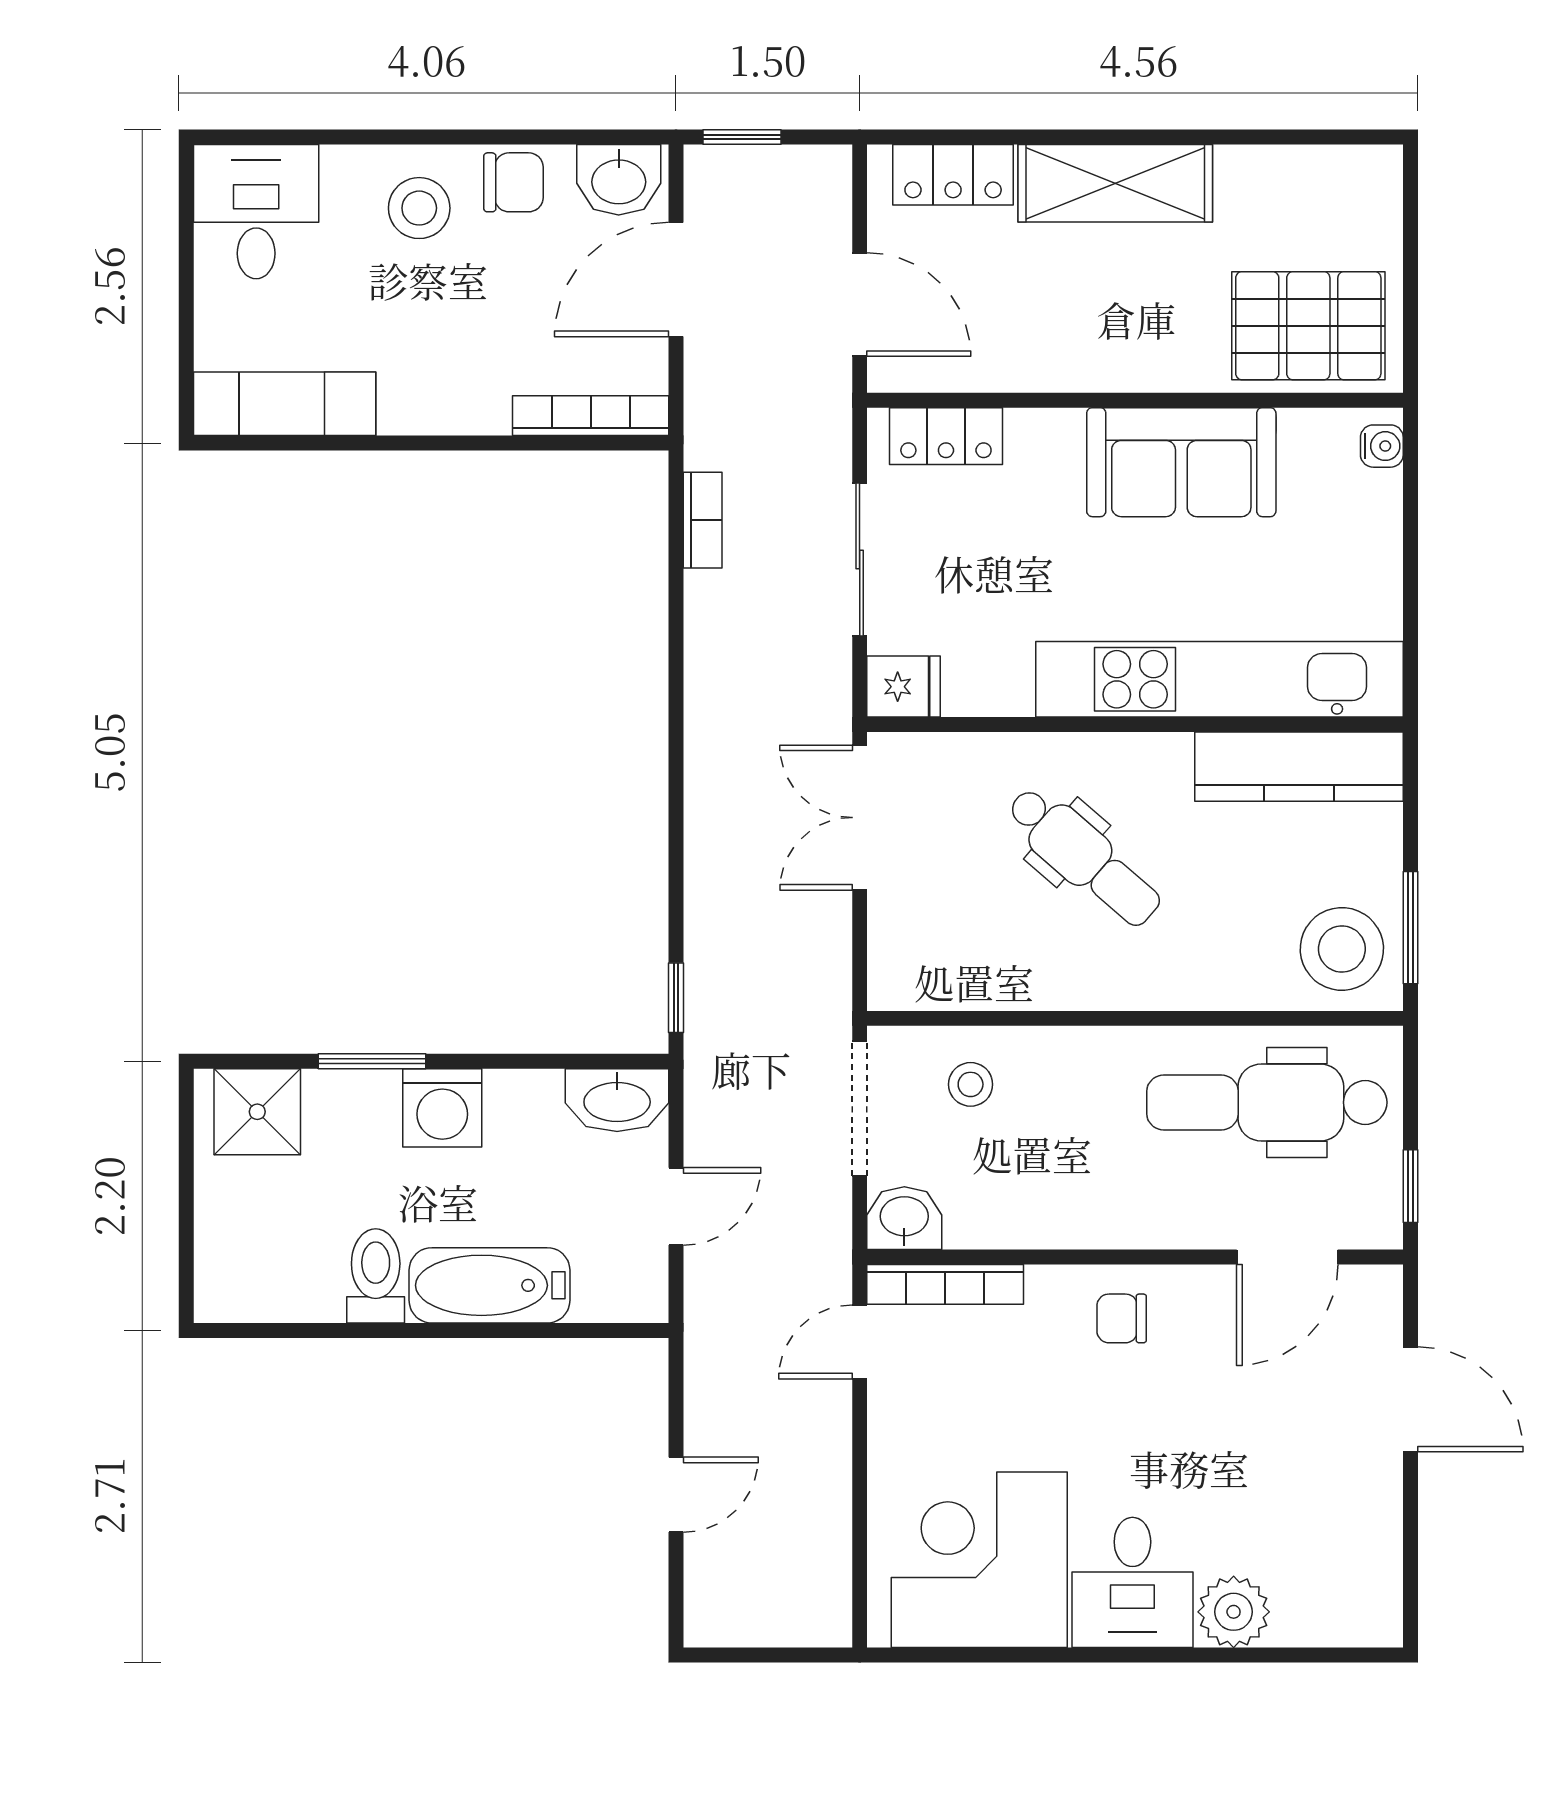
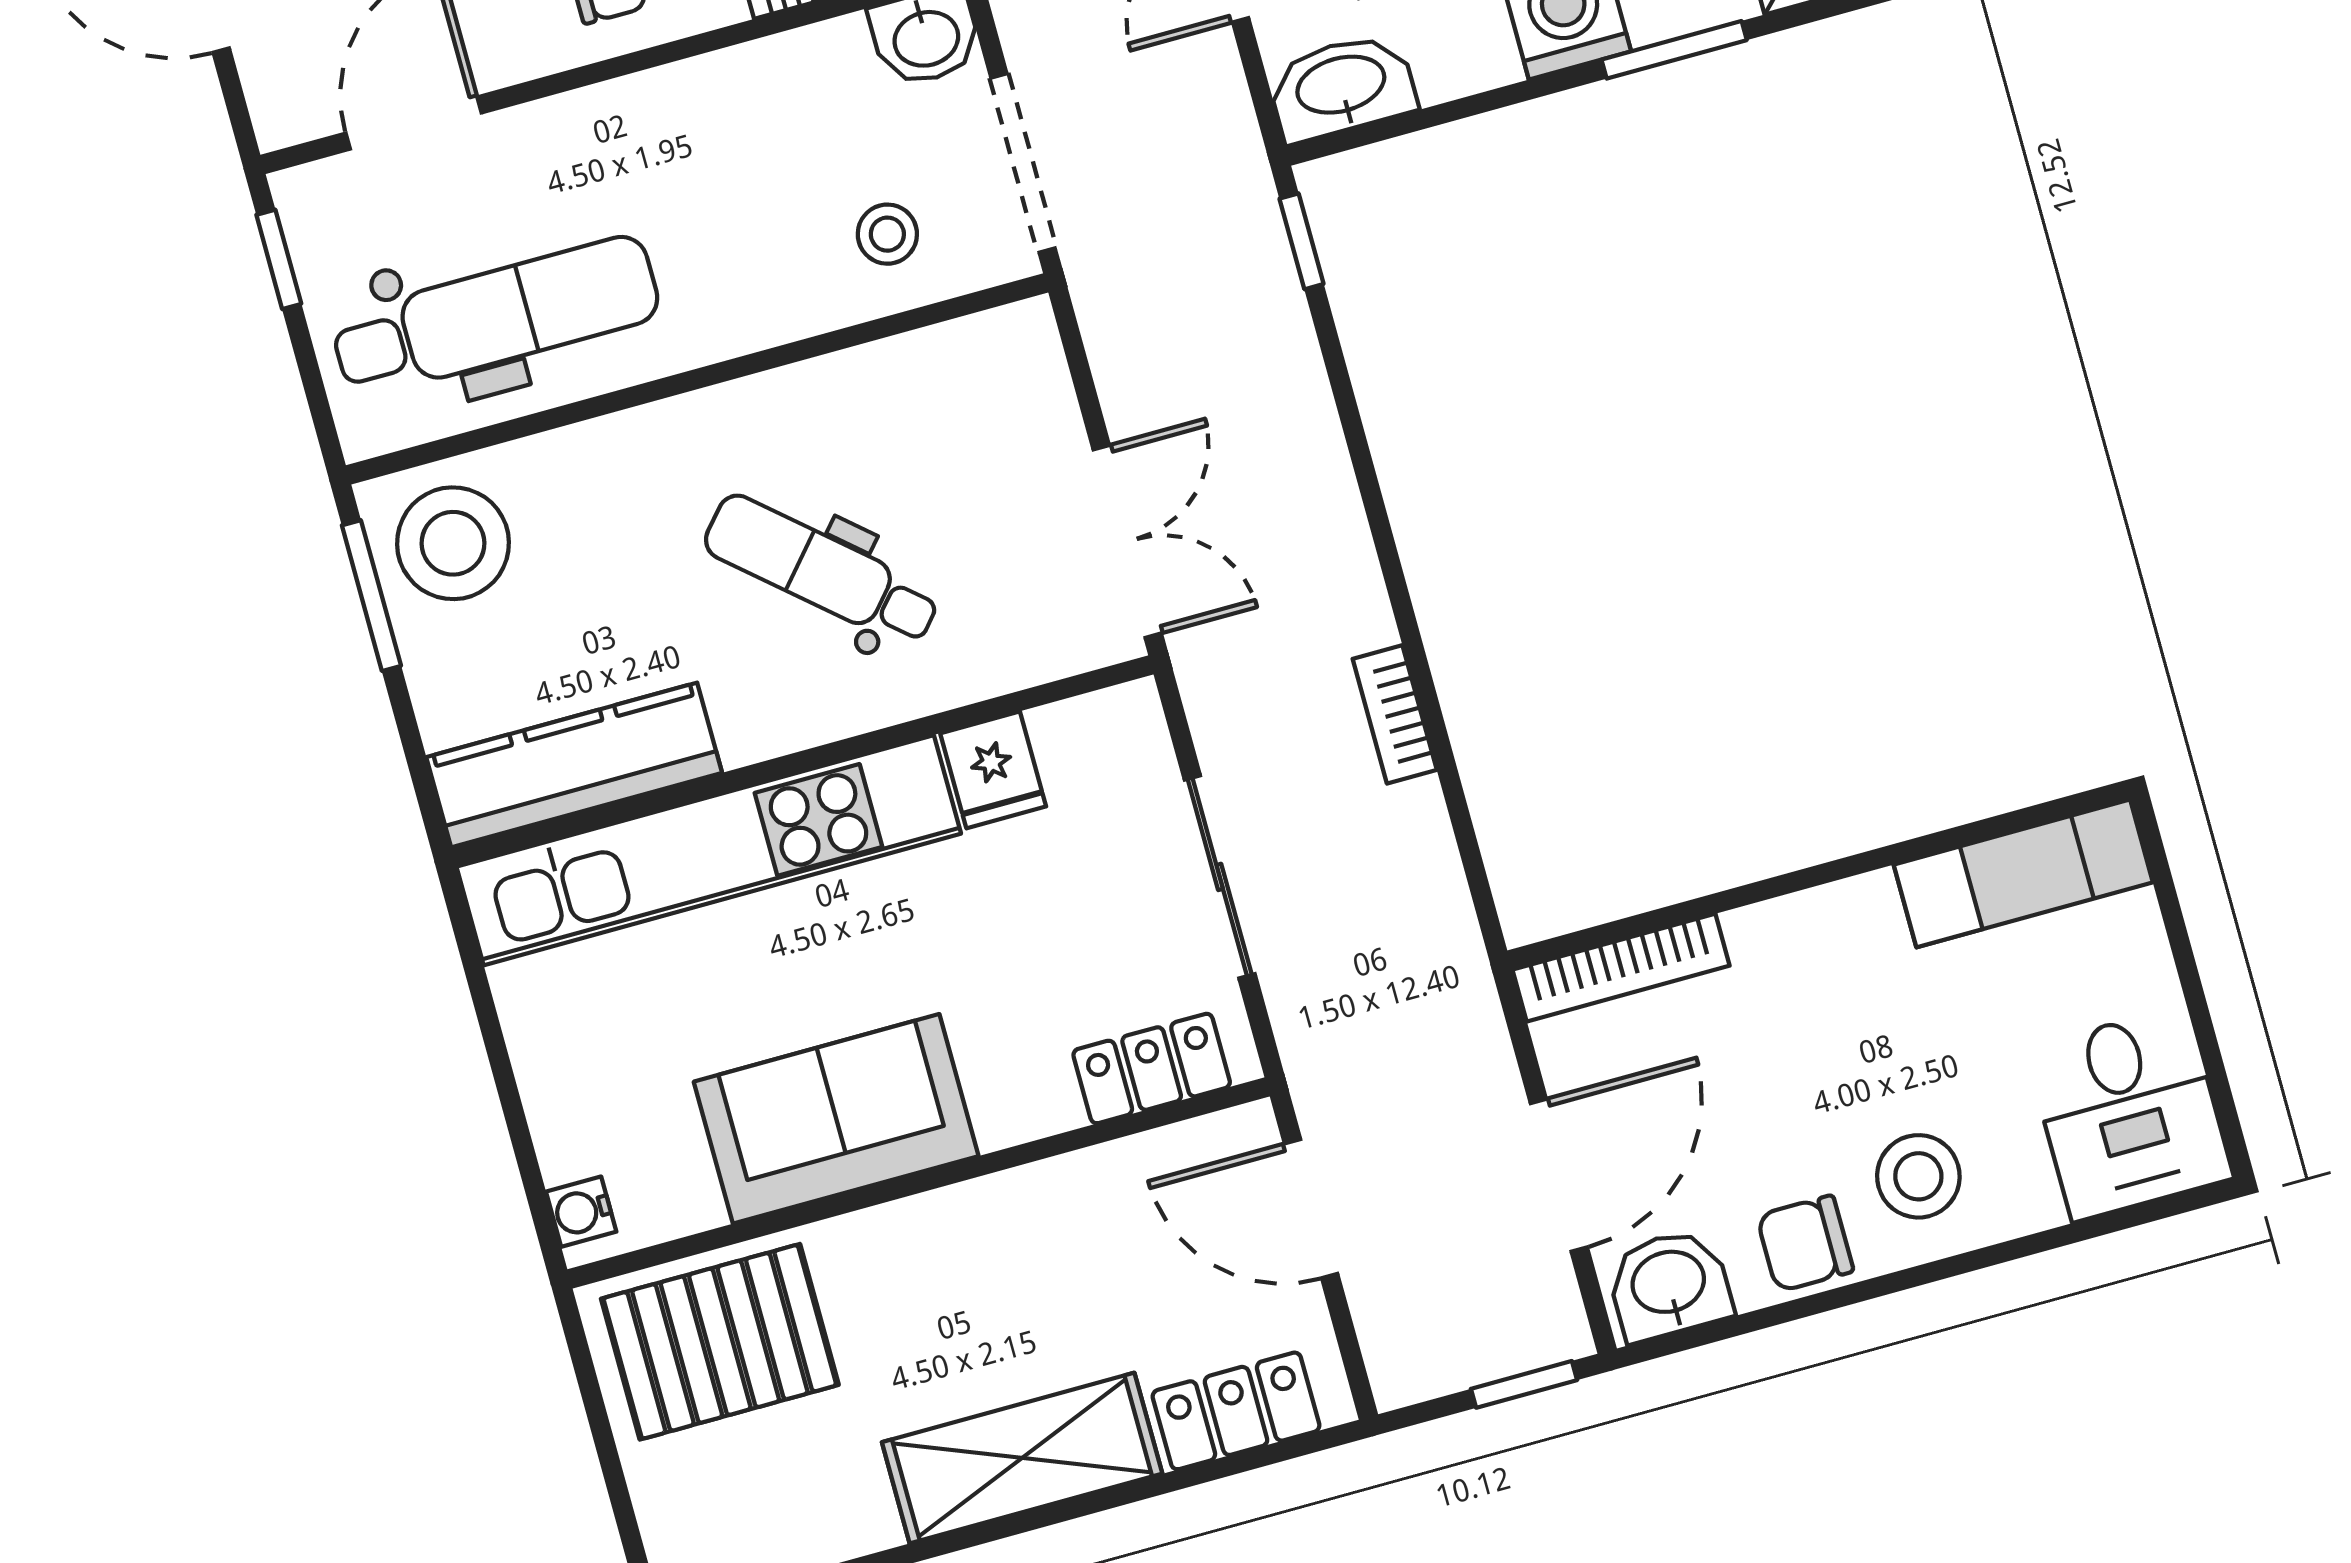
bookcase: (703, 520) -> (1395, 714), moved
fridge: (904, 687) -> (993, 770), moved, turned -90

